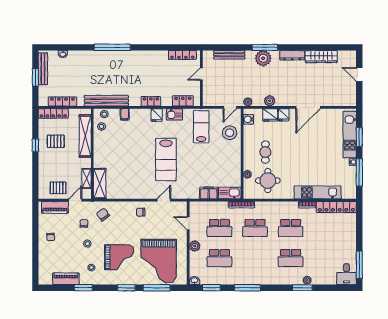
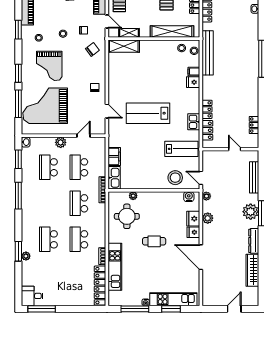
locker: (182, 55) -> (254, 125), width x0.66
locker: (151, 101) -> (207, 109), moved
fridge: (157, 115) -> (193, 82), moved
cafe table: (265, 152) -> (154, 241), moved

